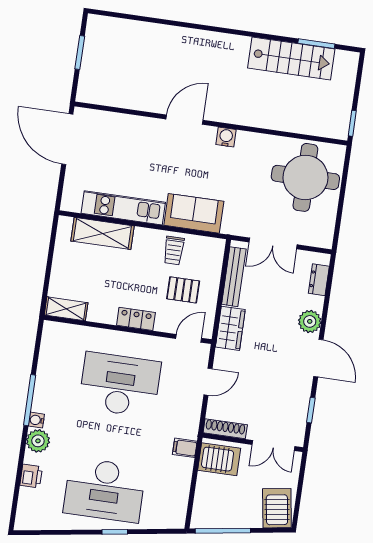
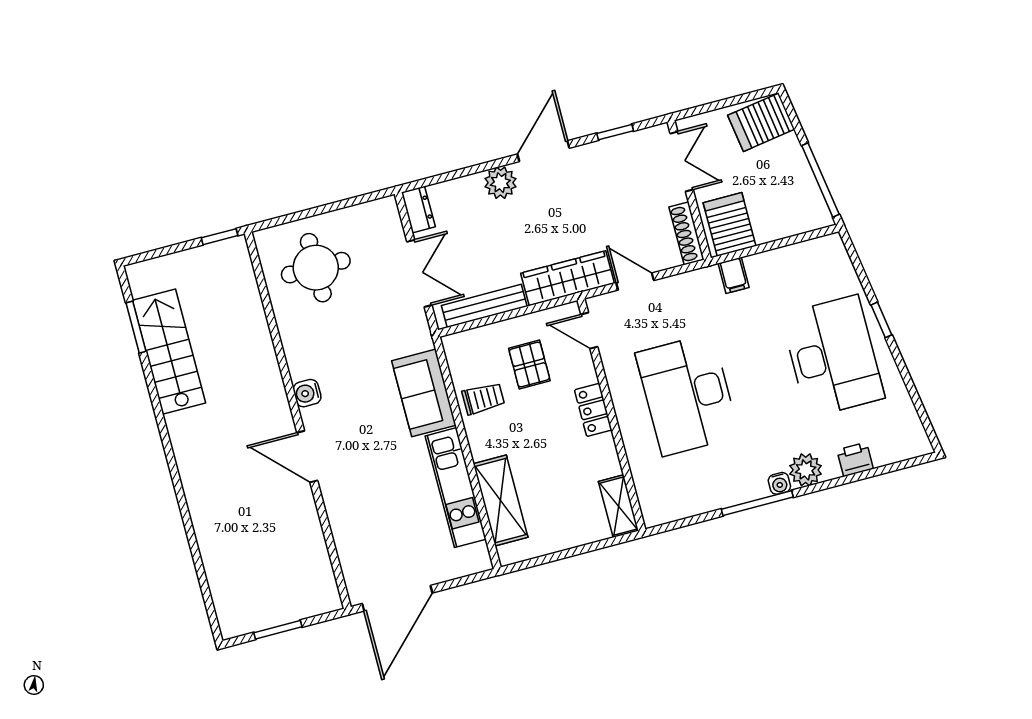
round table: (305, 177) -> (316, 268), width x0.73, depth x0.73
dresser: (319, 280) -> (418, 210), moved, turned -90
wardrobe: (230, 328) -> (568, 278), width x1.50

